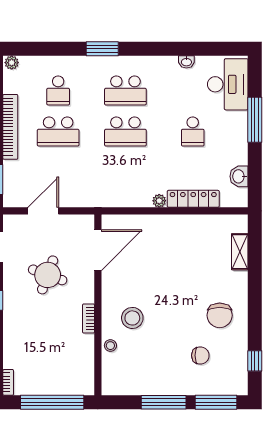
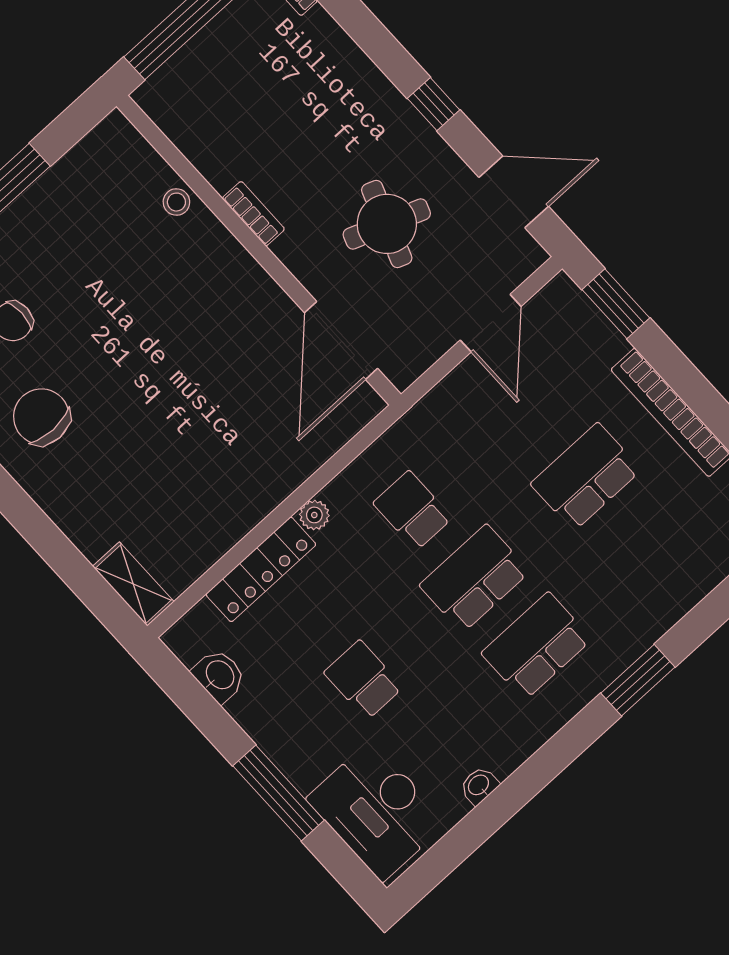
school desk: (58, 90) -> (413, 511), moved
shelving: (240, 252) -> (133, 584), moved
stool: (132, 318) -> (182, 281), removed

